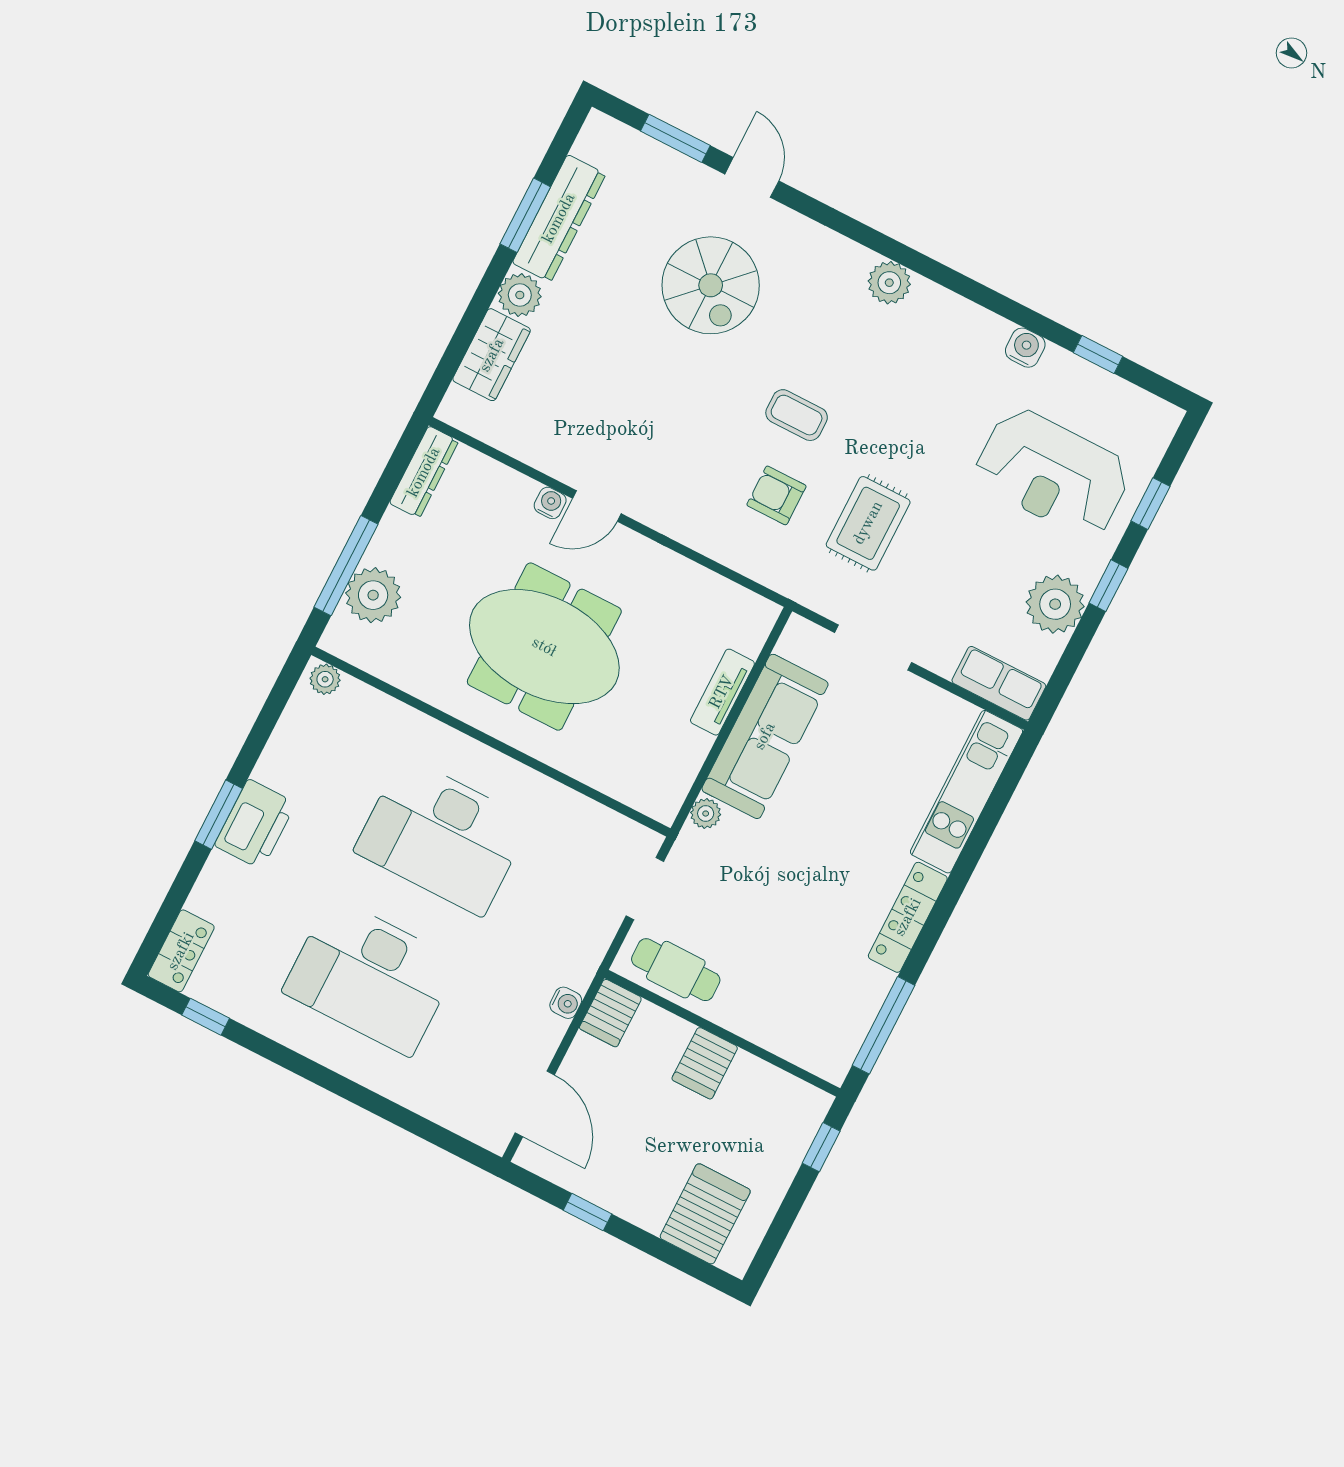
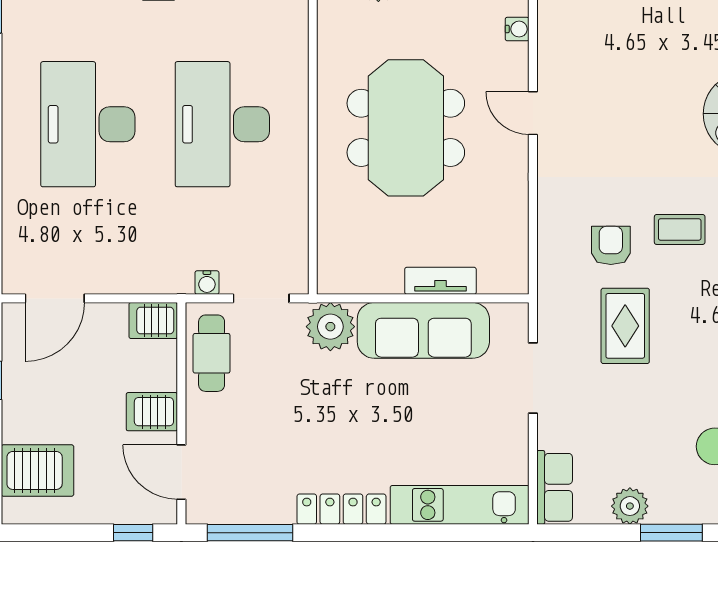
coffee table: (797, 415) -> (680, 229), turned 90
water cooler: (550, 503) -> (517, 29), moved
rug: (868, 523) -> (625, 326), turned 90
window: (1108, 586) -> (671, 533), width x1.50
plant: (1055, 604) -> (630, 506), width x0.73, depth x0.73
plant: (706, 814) -> (330, 327), width x1.88, depth x1.88
water cooler: (566, 1003) -> (207, 283), moved
door: (784, 1065) -> (181, 472), added

